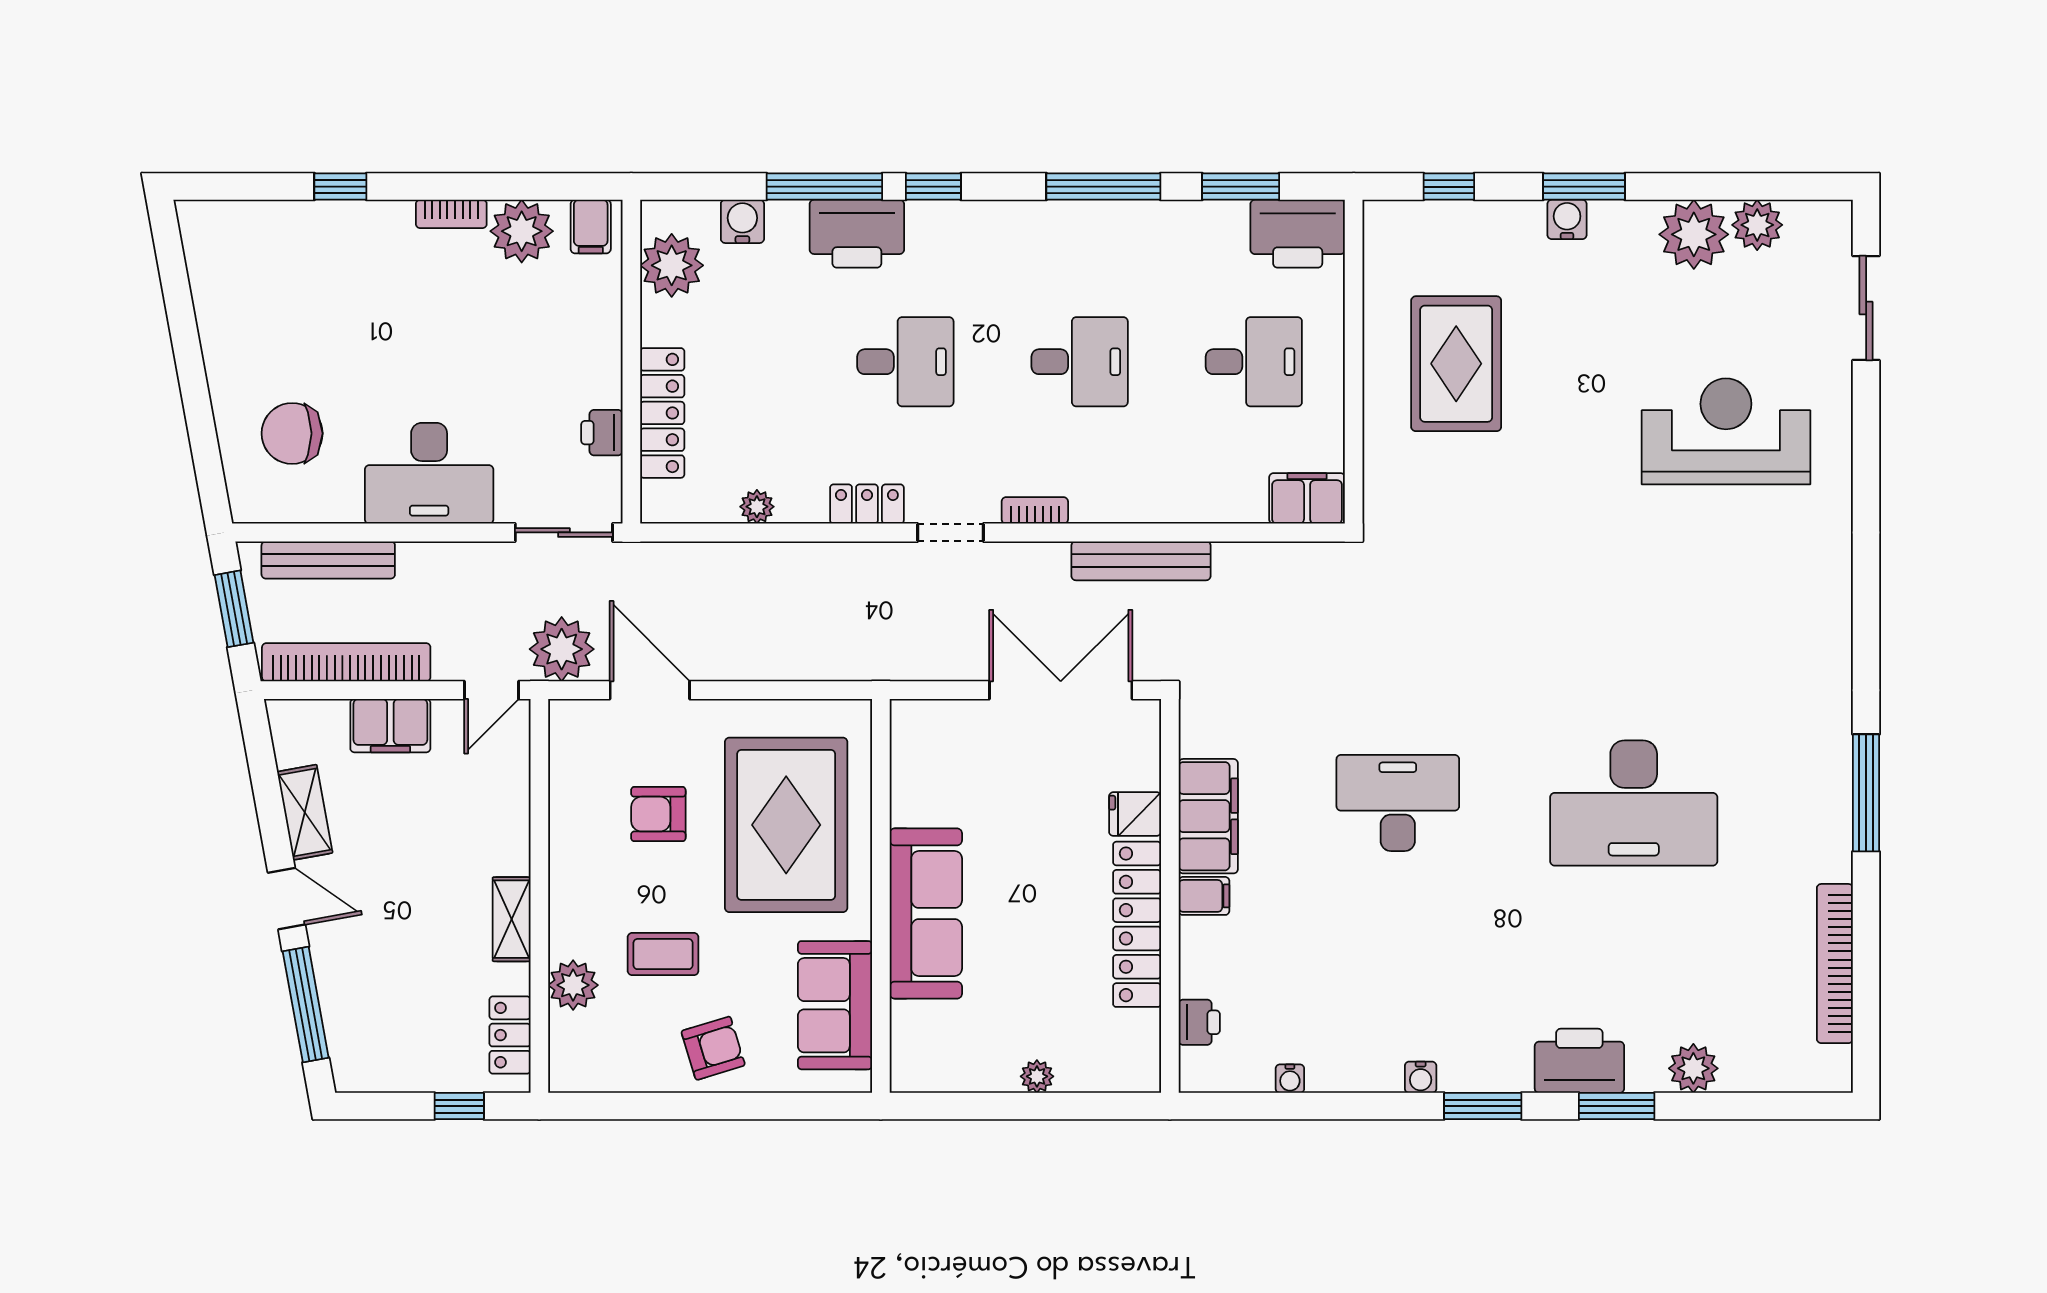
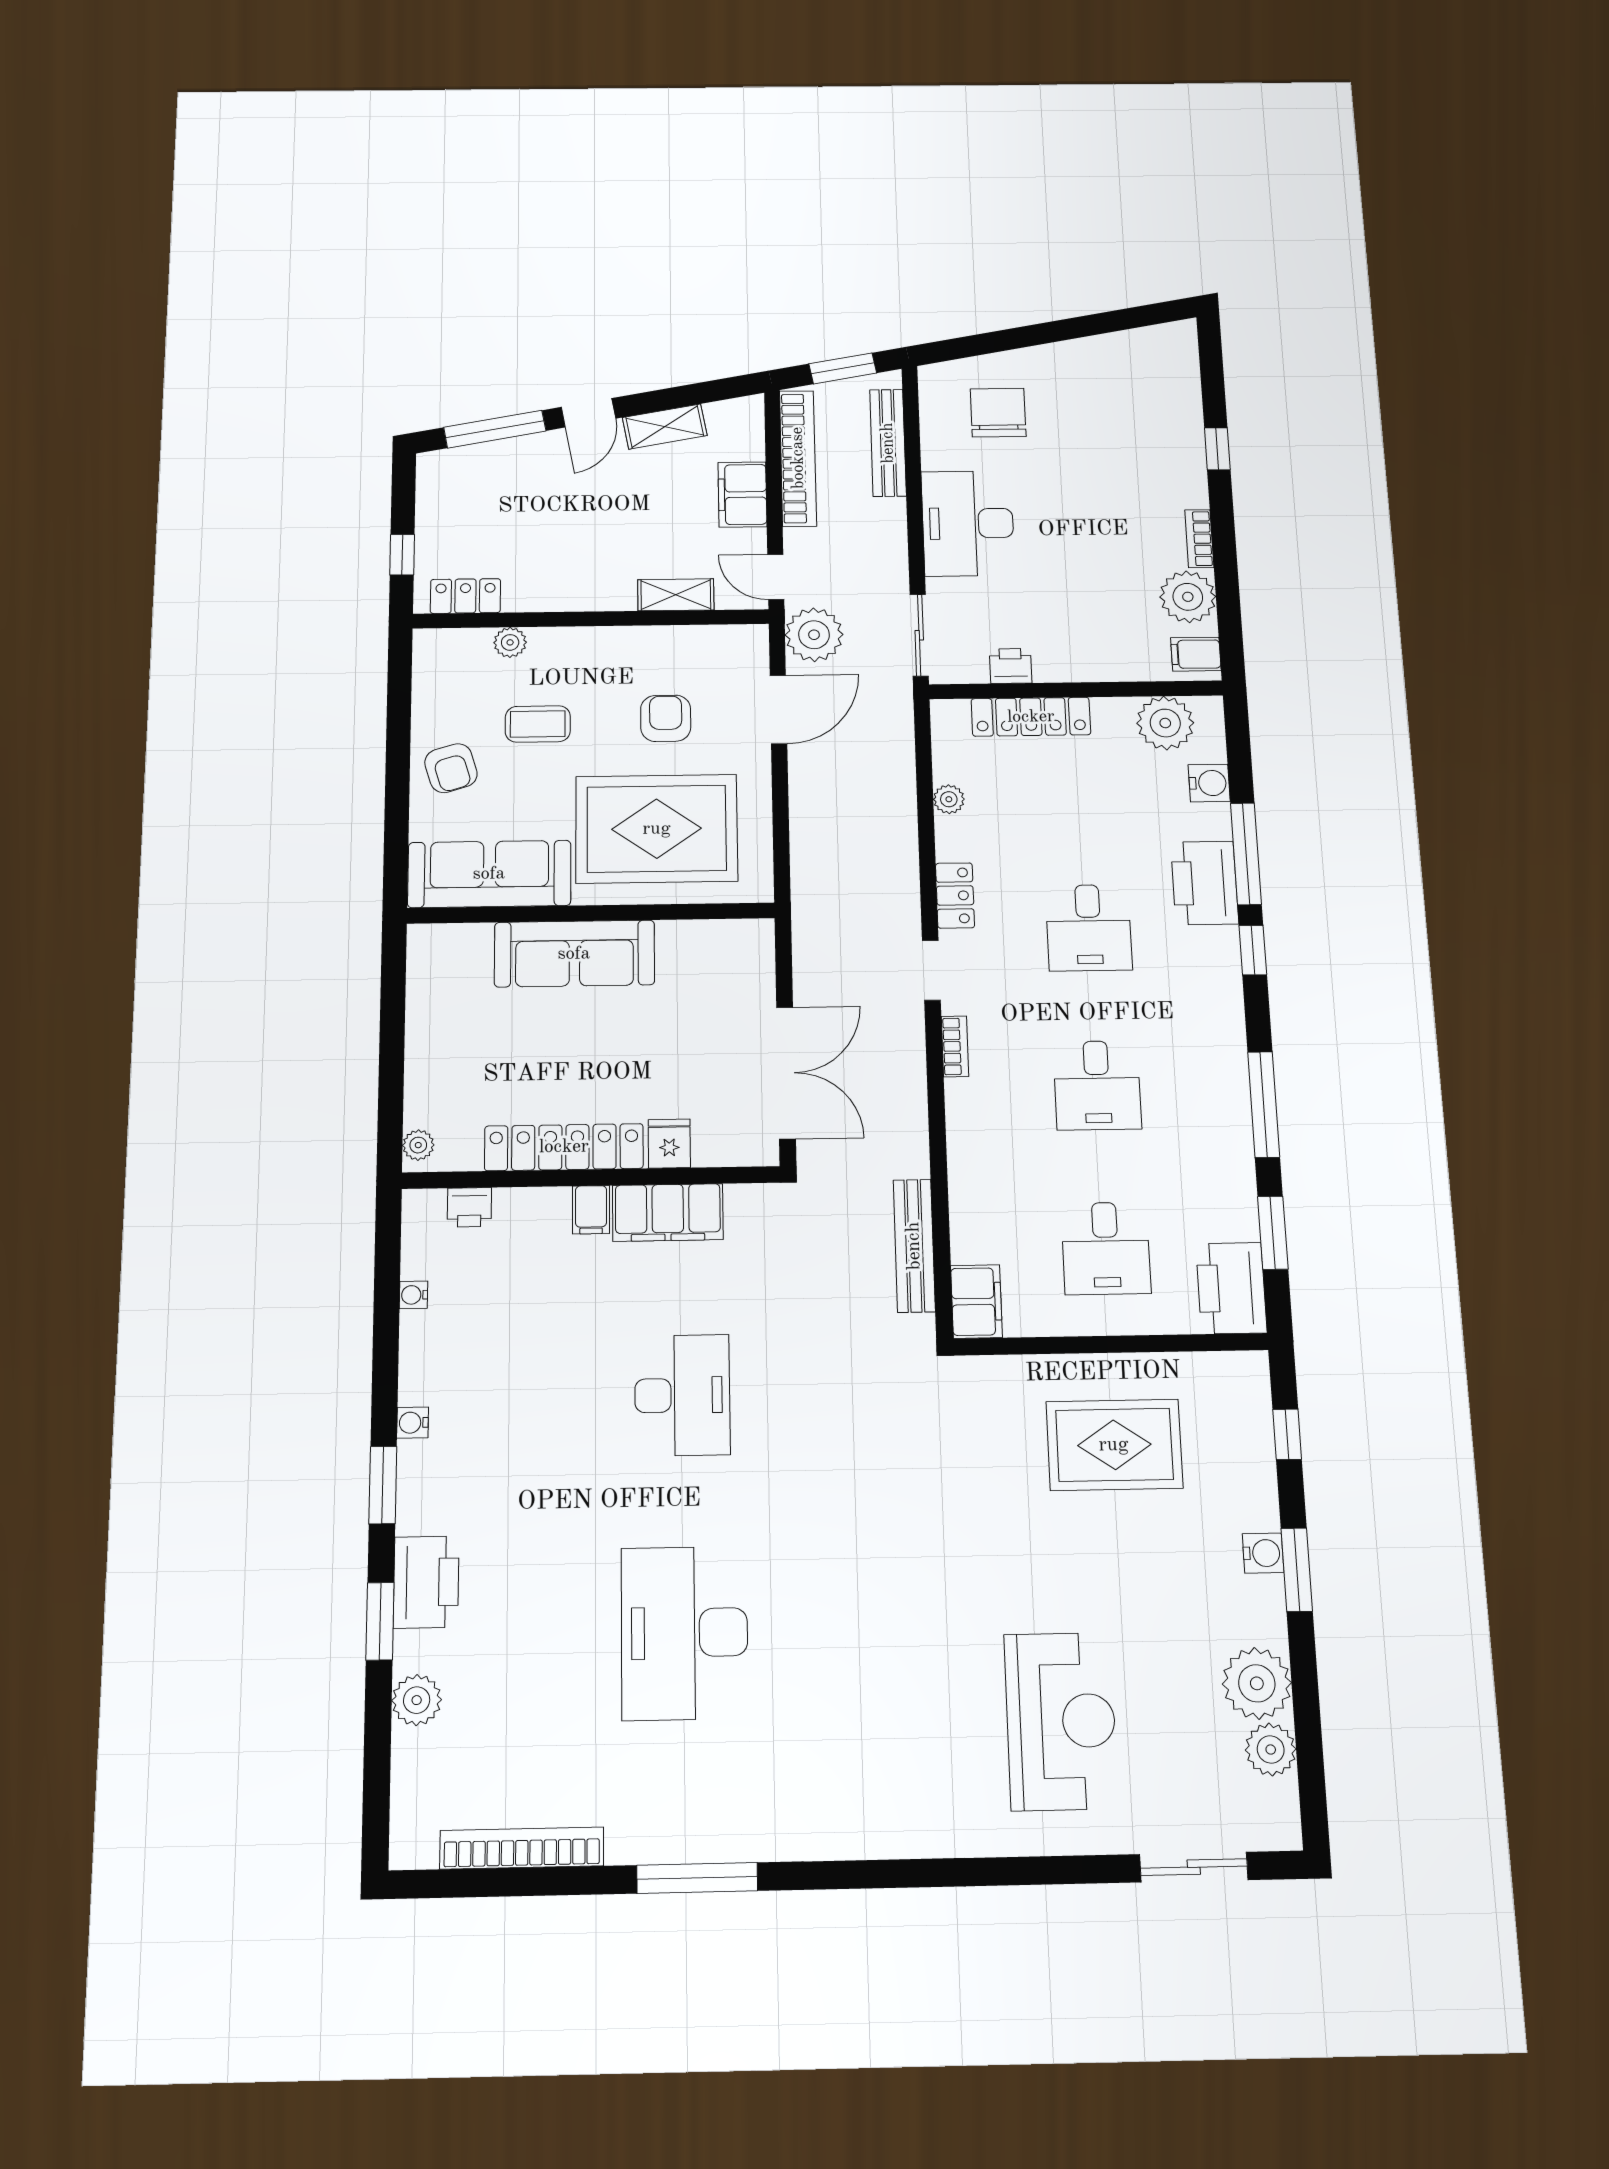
bench: (1141, 561) -> (914, 1246), moved
shelving: (512, 919) -> (676, 595), moved
coffee table: (663, 954) -> (538, 724), turned 90
plant: (573, 985) -> (510, 642), width x0.73, depth x0.73
sofa: (835, 1005) -> (489, 874), width x1.36
plant: (1037, 1076) -> (418, 1145), moved

